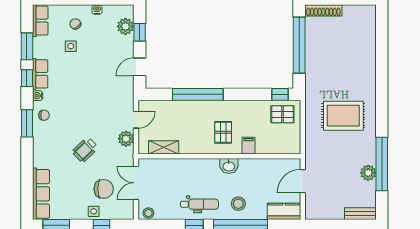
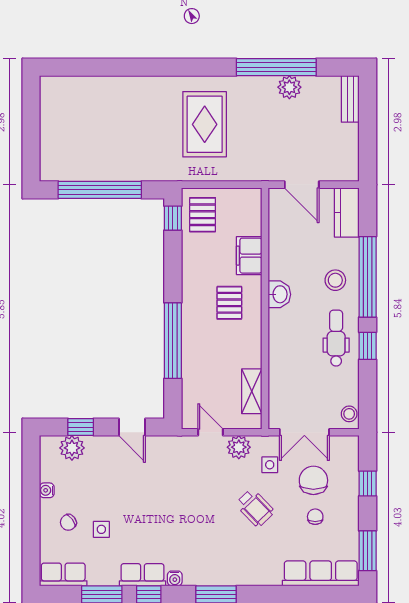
shoe rack: (323, 10) -> (48, 154), removed
chair: (44, 115) -> (315, 517), moved
pallet: (223, 132) -> (229, 303), turned 90
filing cabinet: (249, 146) -> (249, 256), width x2.00
side table: (94, 211) -> (270, 465), moved

